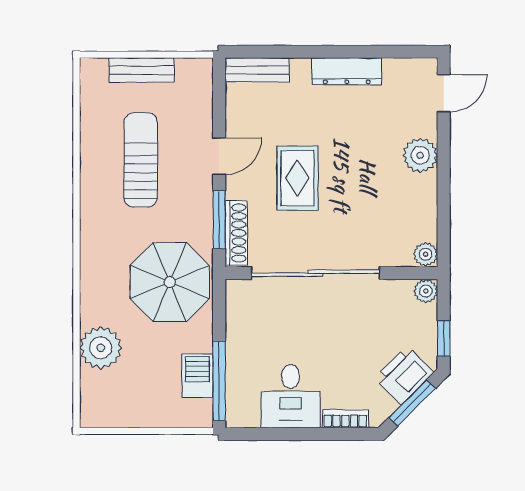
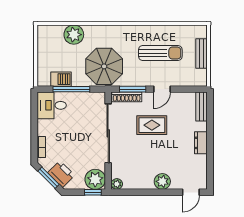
dresser: (347, 71) -> (201, 143), width x0.70
door: (444, 93) -> (191, 192), hinge flipped
door: (219, 156) -> (162, 89), hinge flipped
plant: (426, 291) -> (95, 179), width x1.88, depth x1.88
window: (444, 338) -> (93, 192), moved
window: (219, 381) -> (71, 89), moved
desk: (290, 396) -> (52, 105), moved

